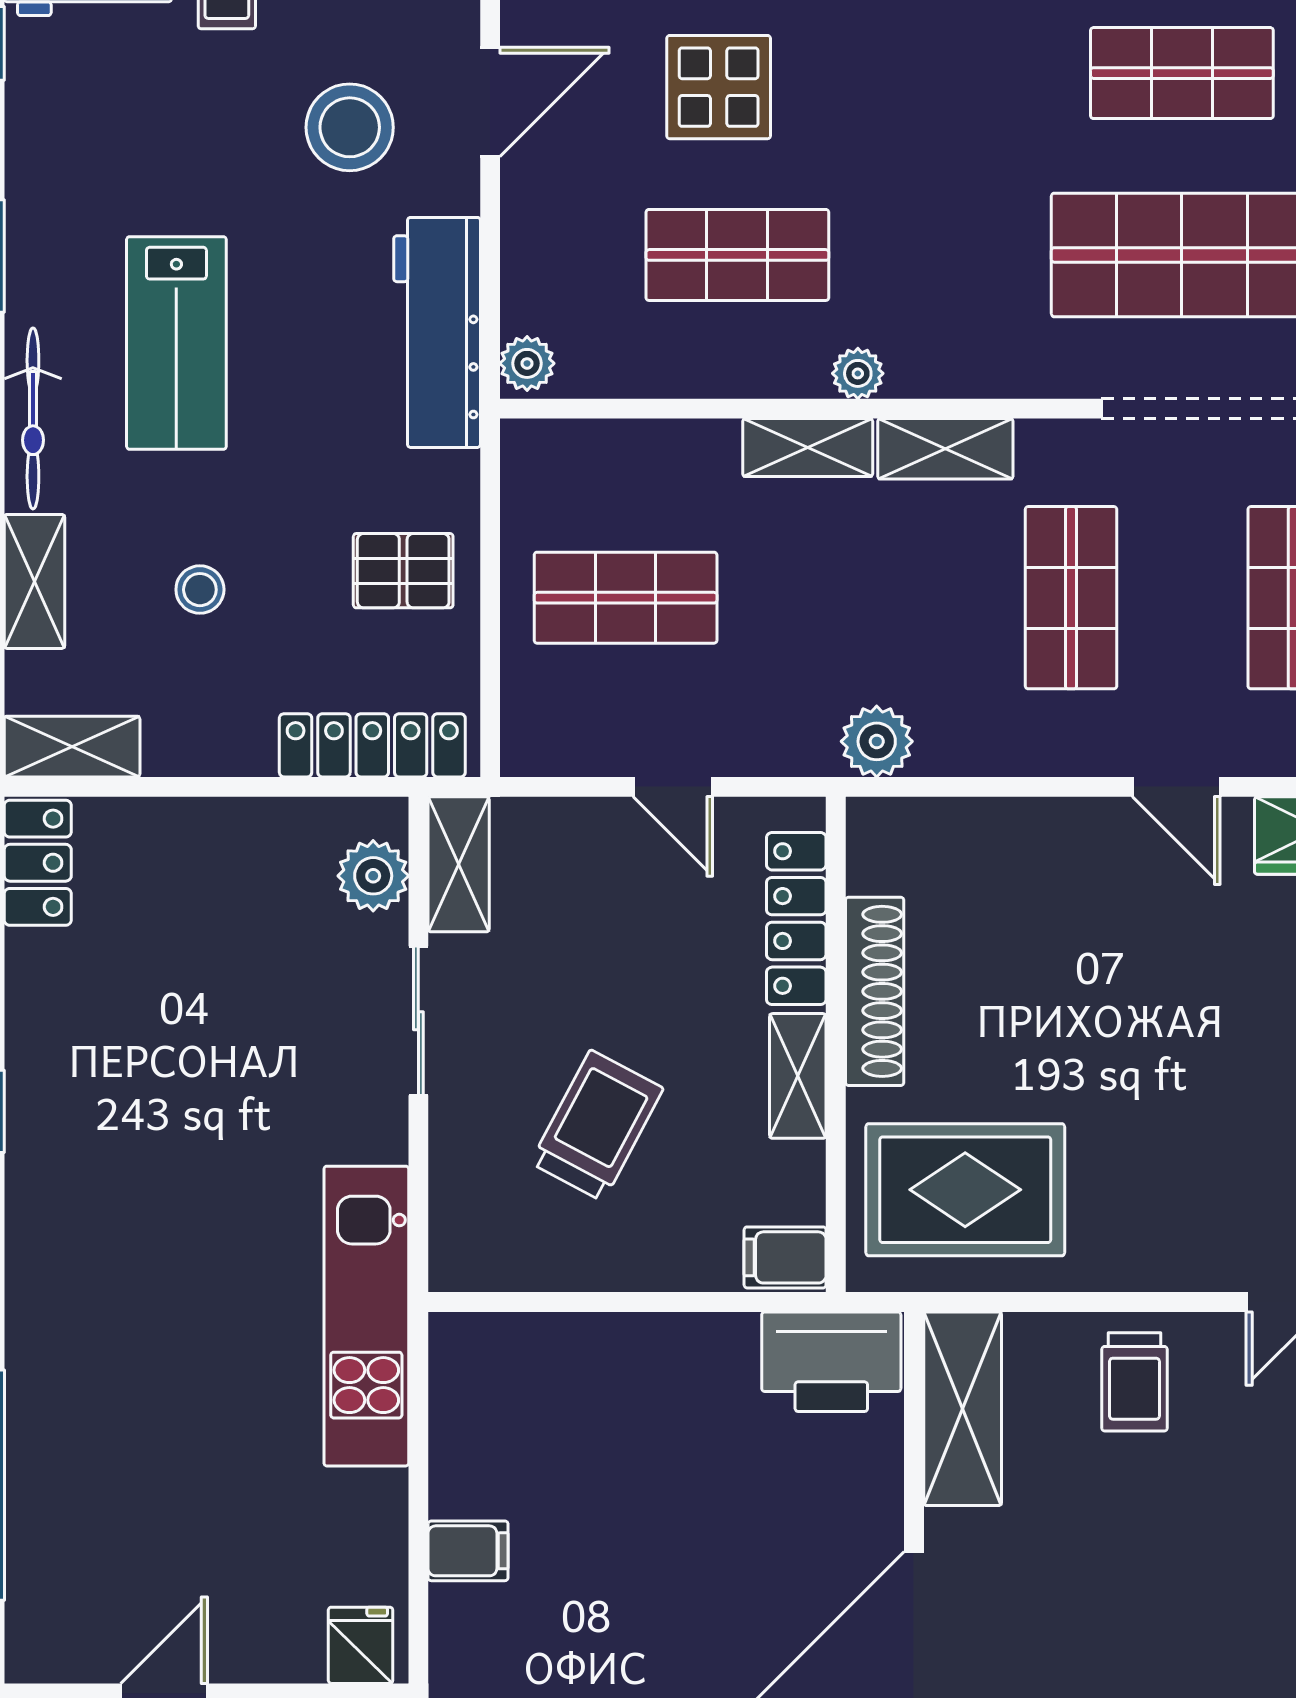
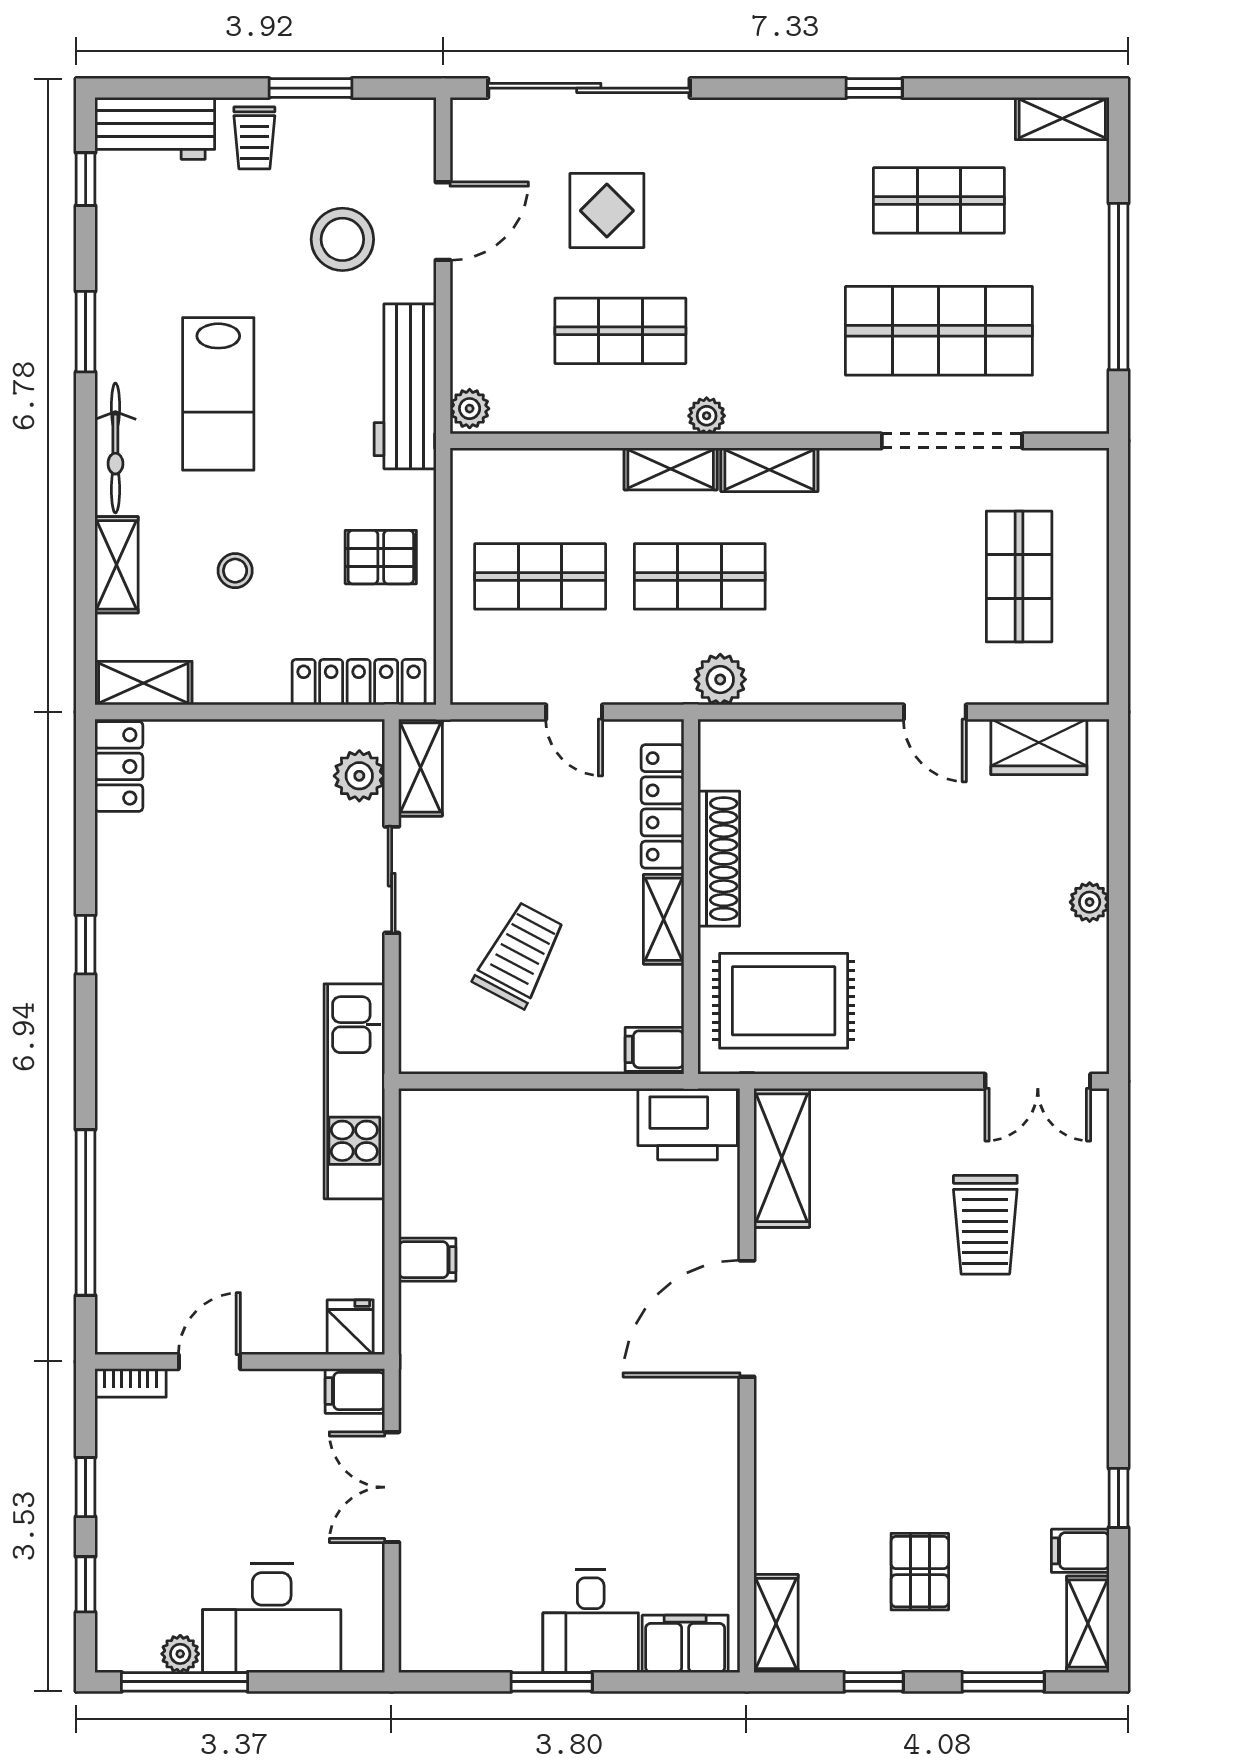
shop shelf: (1071, 598) -> (700, 576), moved, turned 90
trolley: (1134, 1382) -> (985, 1225), moved, width x1.36, depth x1.39

